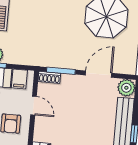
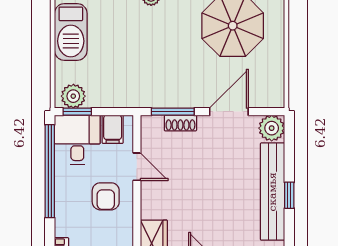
shoe rack: (49, 77) -> (180, 123), moved

